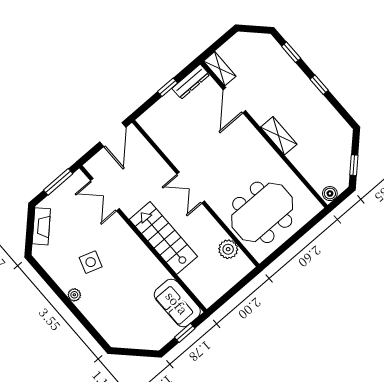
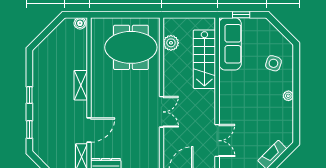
window: (354, 165) -> (50, 28), removed
double door: (191, 188) -> (161, 112), moved
stairs: (163, 238) -> (204, 59), moved
side table: (91, 262) -> (273, 63), moved
sofa: (177, 303) -> (230, 44), width x1.36

